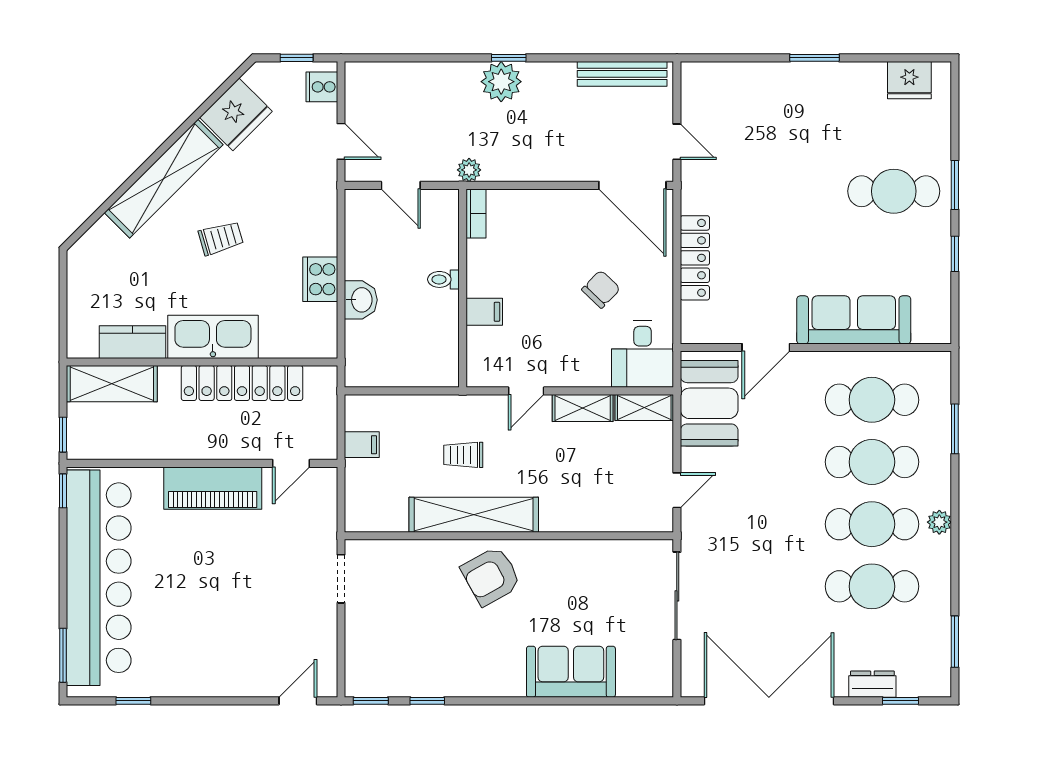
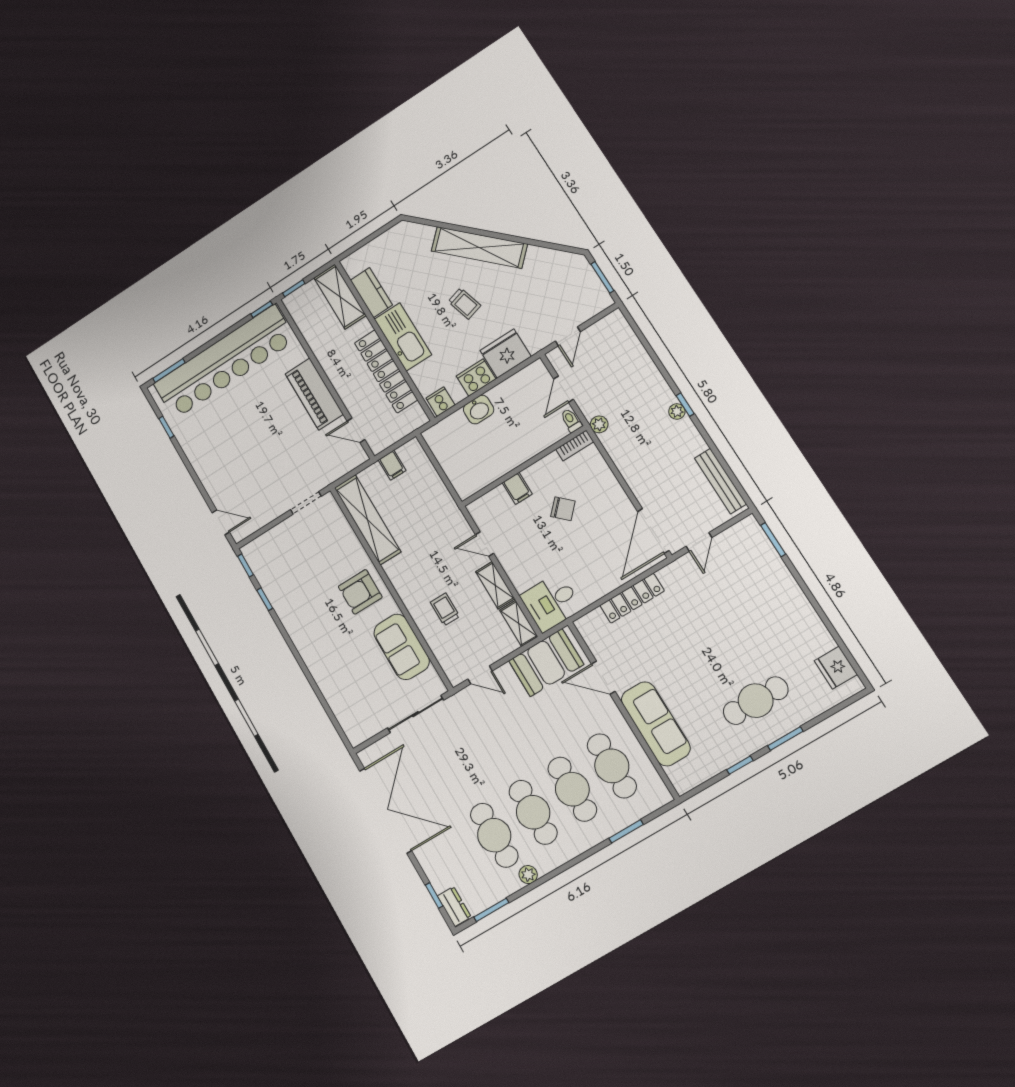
window: (297, 58) -> (602, 277), width x1.50
window: (815, 58) -> (773, 540), moved
plant: (501, 82) -> (677, 411), width x0.53, depth x0.53
cooker: (322, 87) -> (440, 402), moved
fridge: (236, 114) -> (506, 353), moved, turned 135
cafe table: (894, 191) -> (756, 701), turned 90
toilet: (443, 279) -> (571, 420), moved
chair: (601, 289) -> (563, 509), moved
trolley: (463, 455) -> (445, 609), moved
shelving: (474, 515) -> (368, 520), moved
plant: (939, 522) -> (528, 875), moved
armchair: (491, 576) -> (360, 592), turned -61
sofa: (571, 672) -> (402, 647), moved, turned 180
dresser: (872, 684) -> (454, 906), moved

